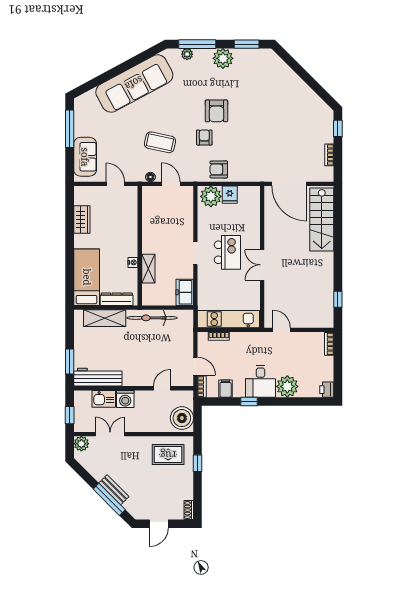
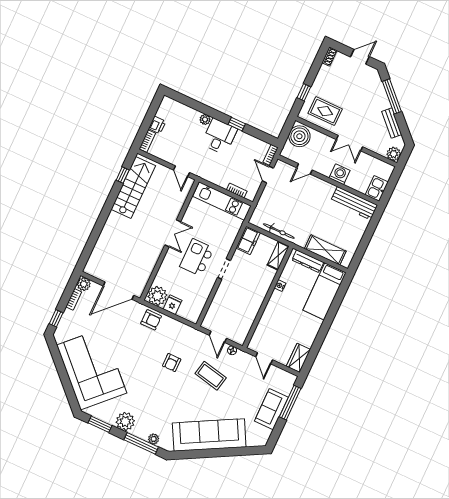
corner sofa: (280, 95) -> (92, 369), added
armchair: (216, 111) -> (151, 380), removed
window: (70, 129) -> (290, 403), moved
sofa: (85, 157) -> (271, 409), moved
armchair: (219, 169) -> (151, 320), moved
plant: (326, 174) -> (84, 284), added
door: (289, 184) -> (118, 291), swing flipped
plant: (211, 196) -> (157, 296), moved
wardrobe: (82, 220) -> (298, 358), moved
stairs: (322, 220) -> (133, 188), moved
shelving: (148, 269) -> (278, 256), moved
bicycle: (152, 318) -> (279, 231), width x0.73, depth x0.71
window: (70, 362) -> (372, 227), removed
plant: (287, 386) -> (205, 119), width x0.53, depth x0.53
filing cabinet: (226, 389) -> (251, 144), removed
printer: (327, 390) -> (157, 125), moved
kitchen sink: (104, 399) -> (377, 188), moved, turned -90
window: (70, 415) -> (392, 182), removed
double door: (110, 434) -> (349, 143), moved
bench: (114, 490) -> (392, 123), moved

